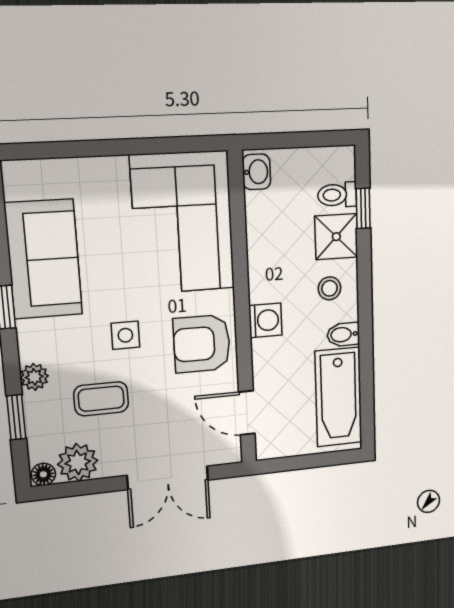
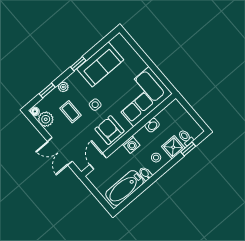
washbasin: (256, 172) -> (152, 125), moved

